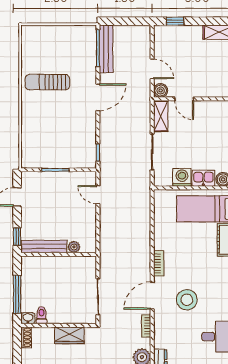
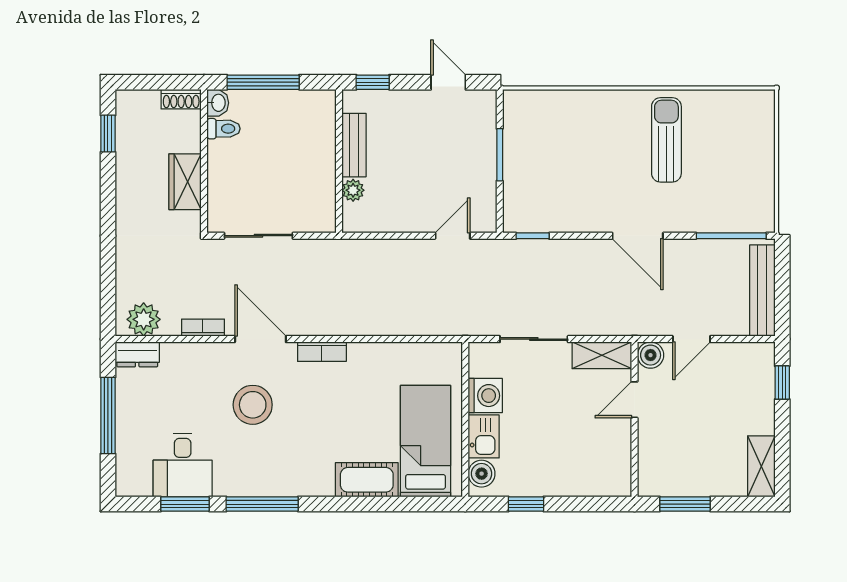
bench: (106, 49) -> (762, 291), moved, turned 90
bench: (44, 247) -> (354, 145), width x0.73

